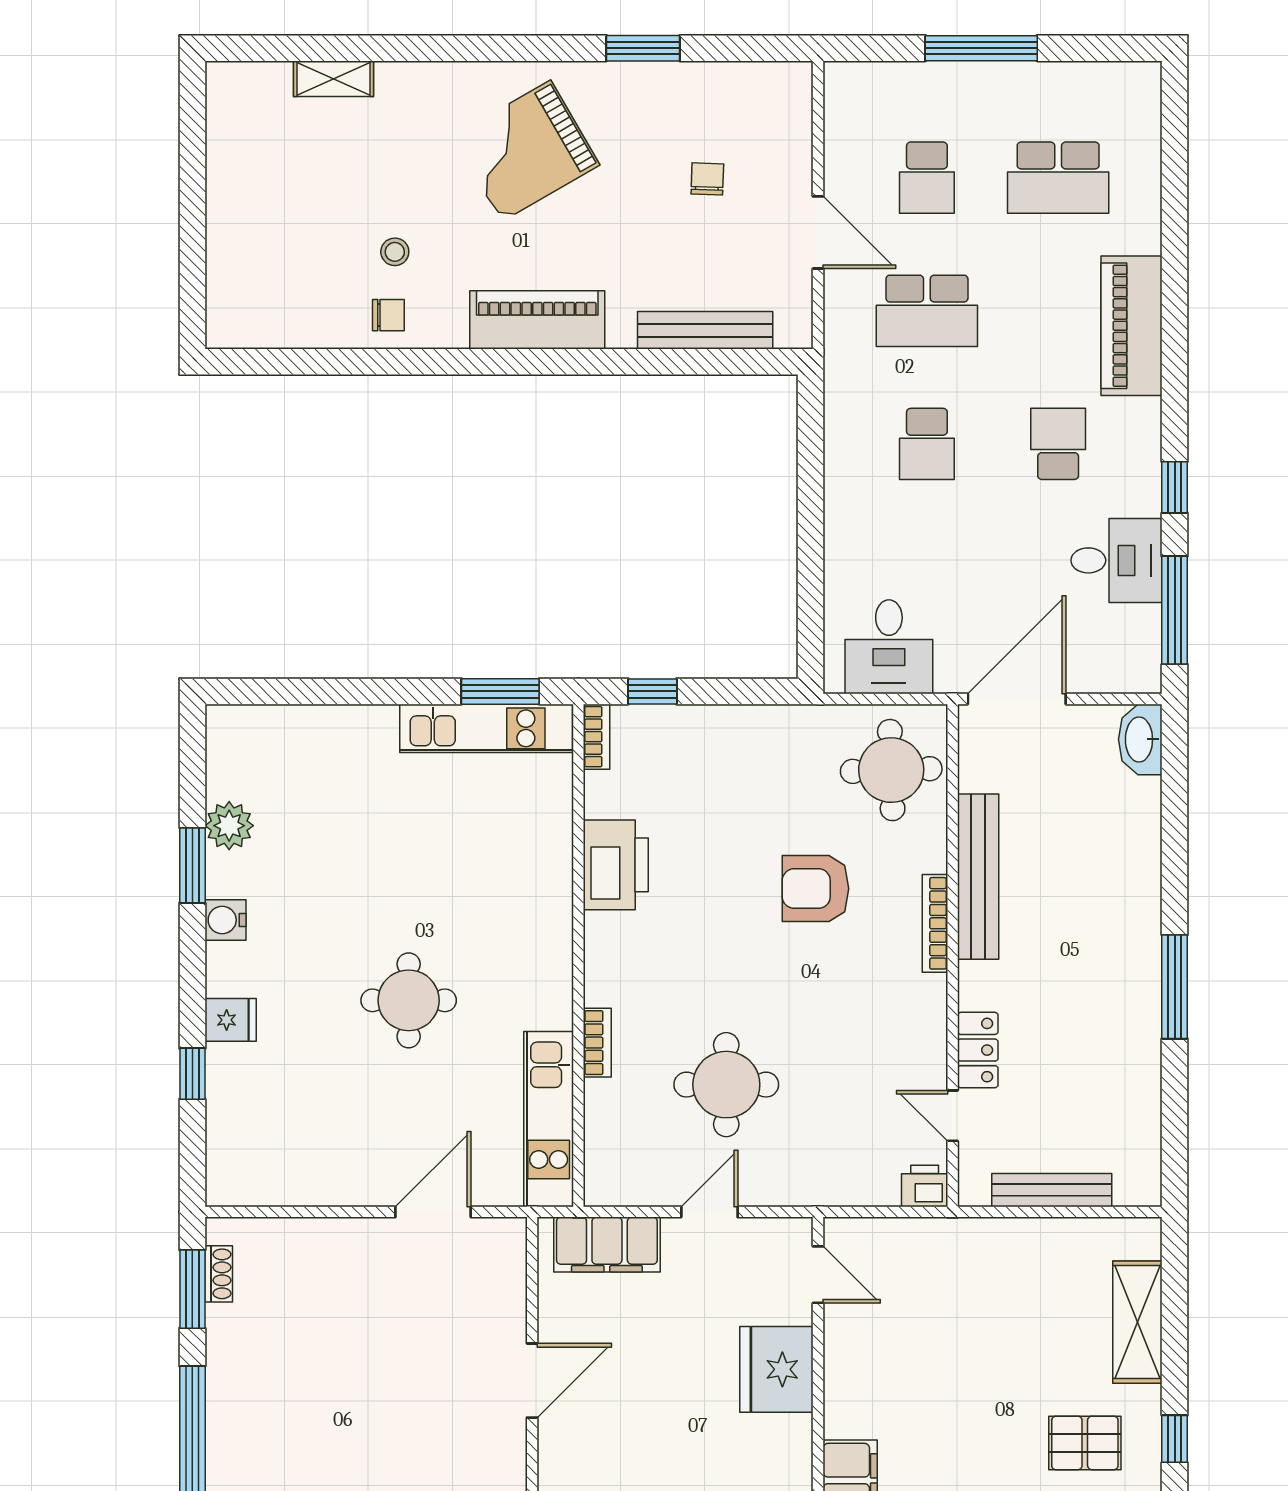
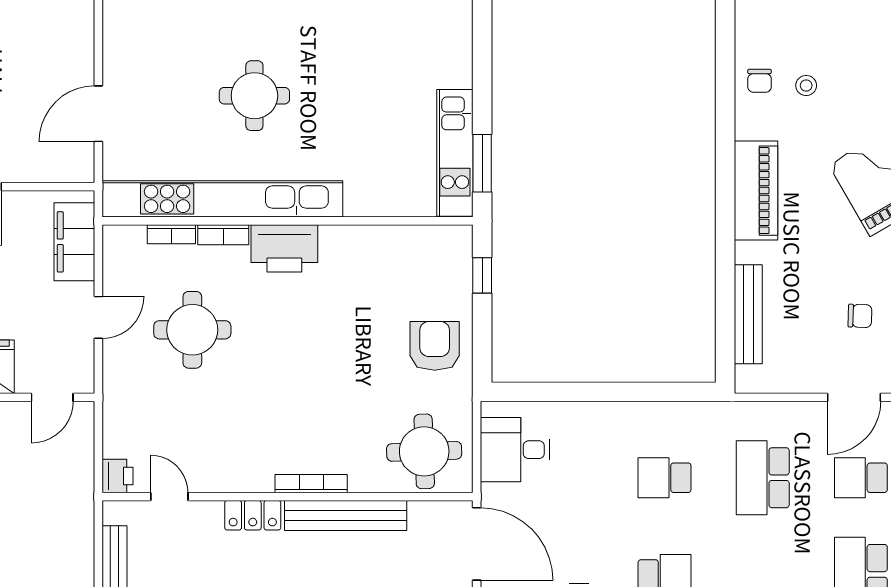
door: (818, 232) -> (854, 397), moved
bookcase: (596, 737) -> (171, 234), moved
printer: (616, 865) -> (284, 248), moved
armchair: (815, 889) -> (435, 346), moved
locker: (978, 1050) -> (253, 515), moved
door: (953, 1116) -> (169, 497), hinge flipped
kitchen unit: (549, 1119) -> (222, 199), width x1.86
door: (433, 1212) -> (98, 114), swing flipped
door: (709, 1212) -> (98, 317), hinge flipped

